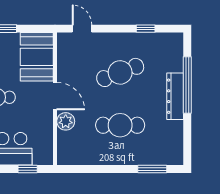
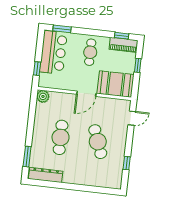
window: (187, 85) -> (84, 188), removed
dresser: (175, 96) -> (46, 175), moved
plant: (66, 121) -> (43, 96), moved

